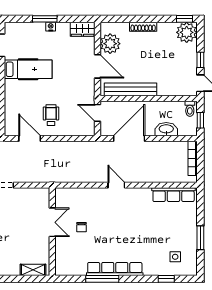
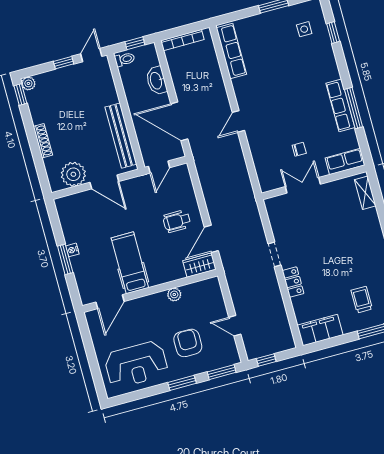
wardrobe: (83, 29) -> (199, 265), moved, turned -90
plant: (187, 32) -> (28, 83), width x0.53, depth x0.53
door: (97, 66) -> (104, 182), swing flipped
row of seats: (62, 261) -> (345, 162), added
row of seats: (115, 269) -> (340, 105), width x0.73

